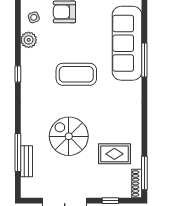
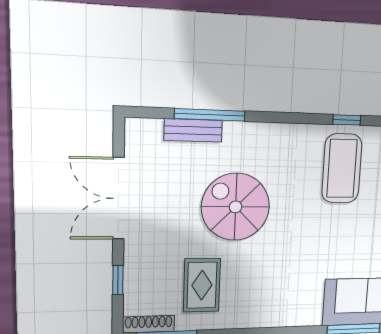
coffee table: (76, 74) -> (342, 168), moved
spiral stairs: (69, 136) -> (236, 207), turned -90

